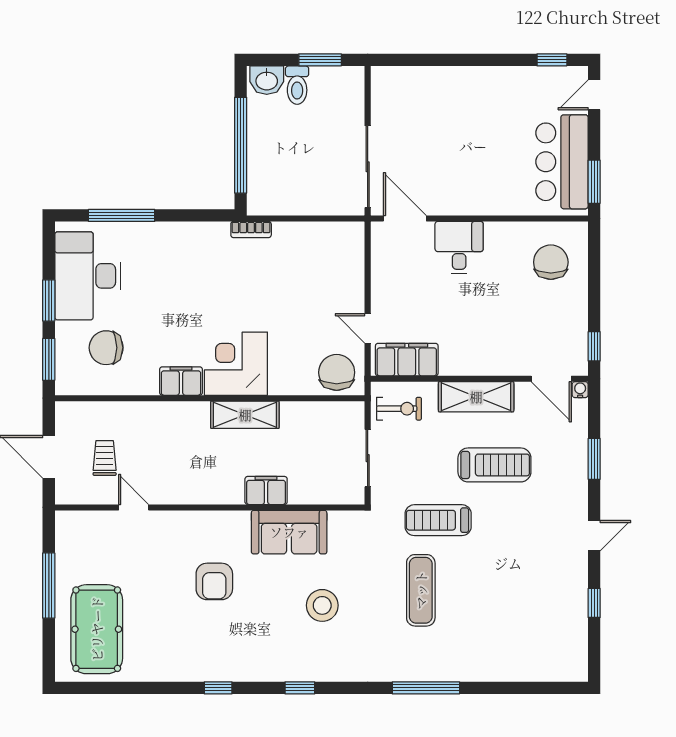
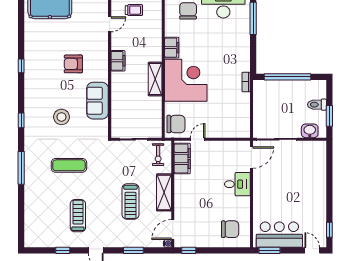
washbasin: (267, 80) -> (310, 131), moved, turned 90
corner desk: (236, 364) -> (186, 80), width x1.36, depth x1.36
filing cabinet: (266, 490) -> (118, 61), moved
treadmill: (438, 520) -> (78, 216), moved
window: (300, 688) -> (21, 120), moved

